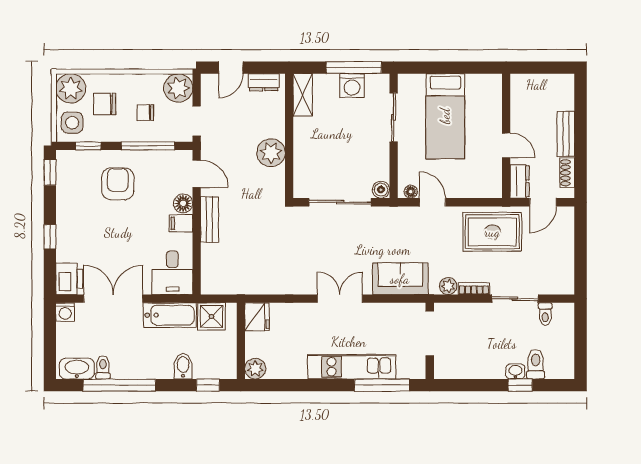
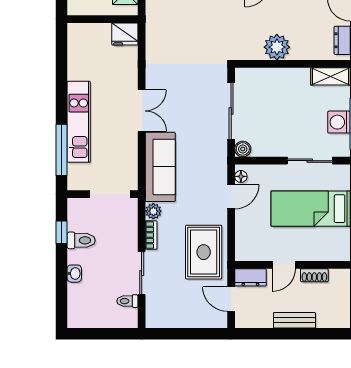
shoe rack: (567, 173) -> (314, 275), moved, turned 180
sofa: (400, 279) -> (160, 167), width x1.36
toilet: (536, 364) -> (81, 240), moved
plant: (255, 369) -> (77, 32), removed
window: (520, 385) -> (62, 232), moved

